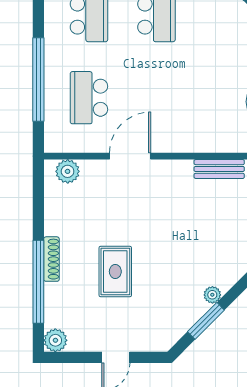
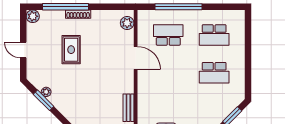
rug: (115, 272) -> (71, 50), turned 90
plant: (212, 295) -> (46, 92), moved

